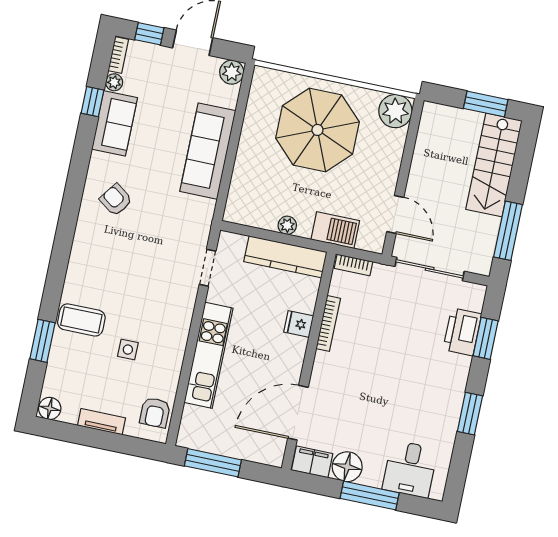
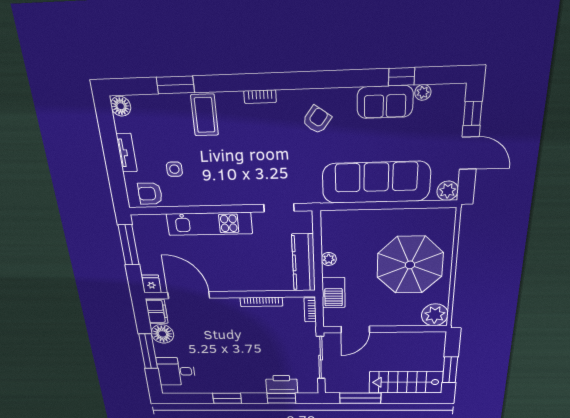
bookcase: (118, 55) -> (260, 97), moved
sofa: (208, 151) -> (376, 182), width x1.36, depth x1.27
fridge: (299, 324) -> (151, 284), moved
side table: (128, 350) -> (174, 169), moved

